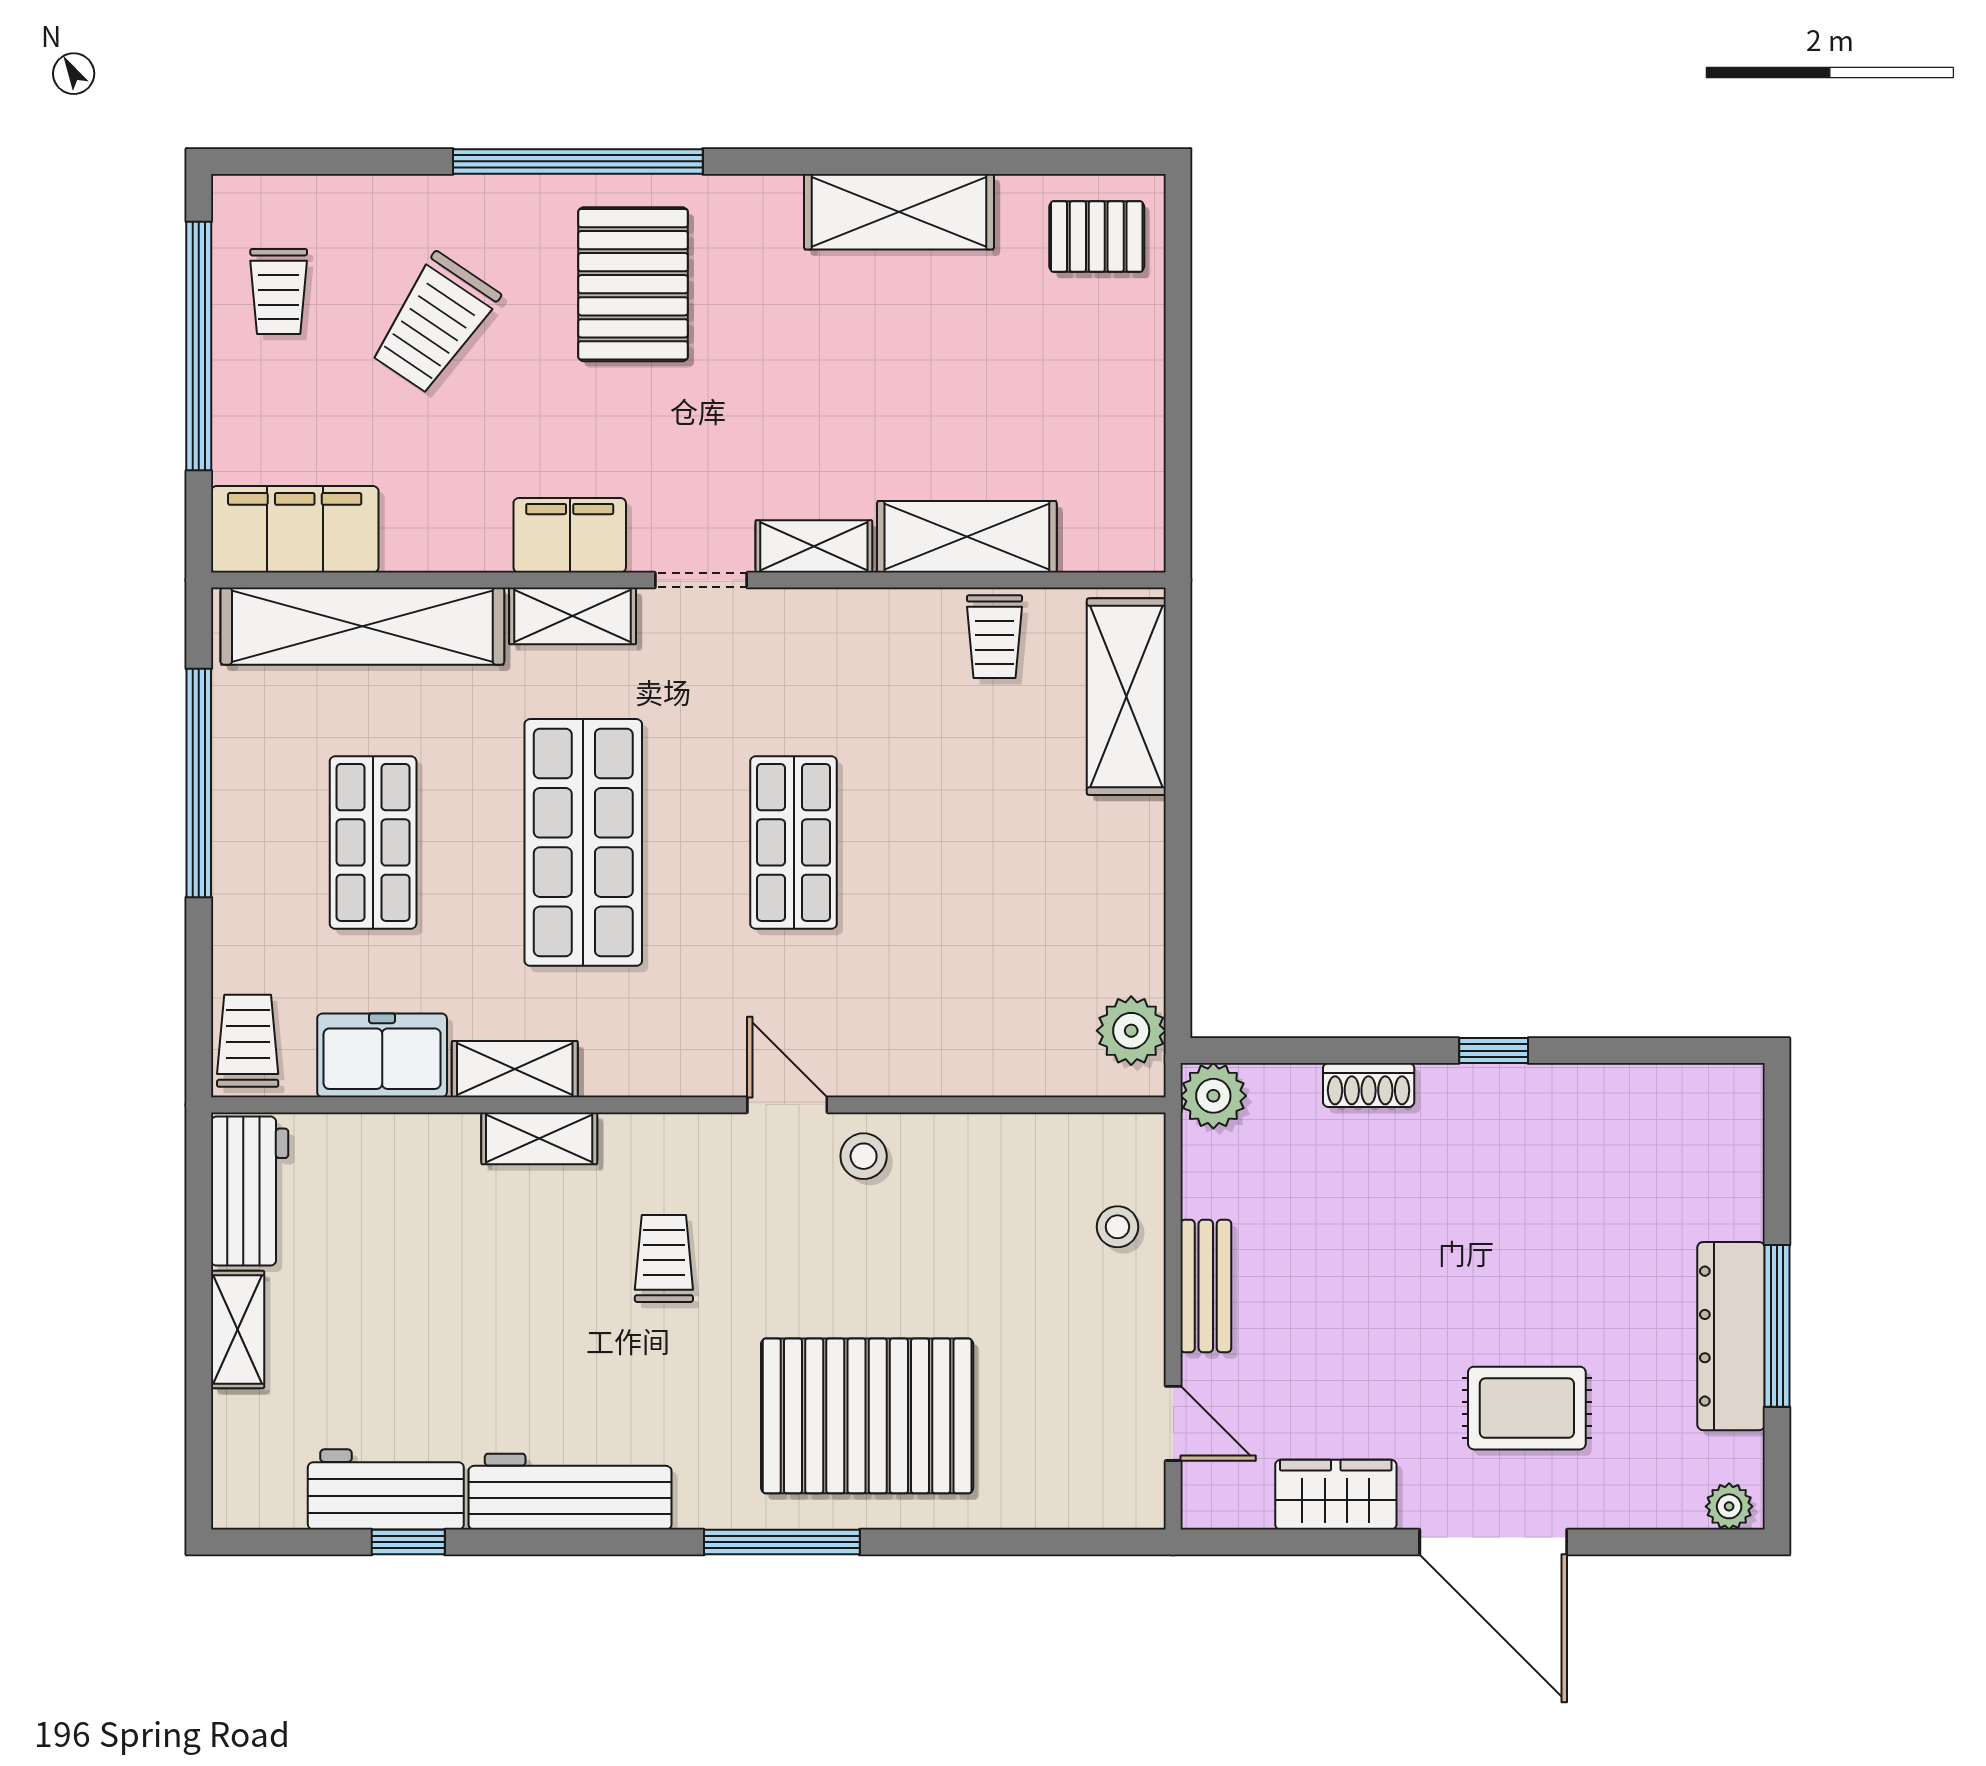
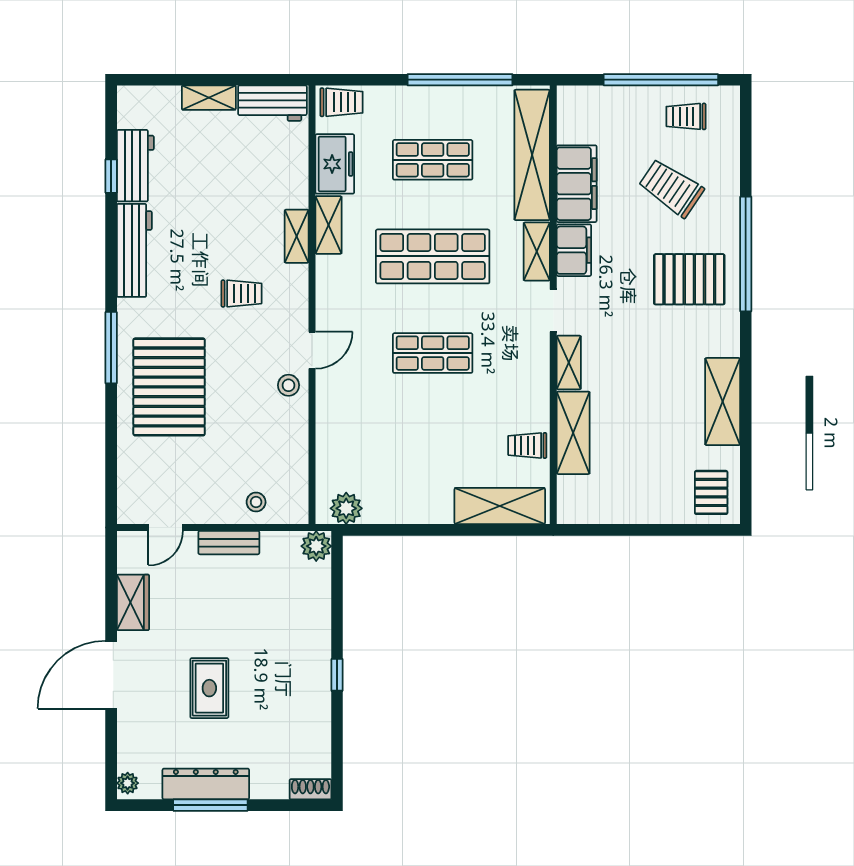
filing cabinet: (295, 529) -> (577, 184), moved
shoe rack: (1369, 1085) -> (310, 789), moved, turned 90
rug: (1527, 1408) -> (209, 688), moved

